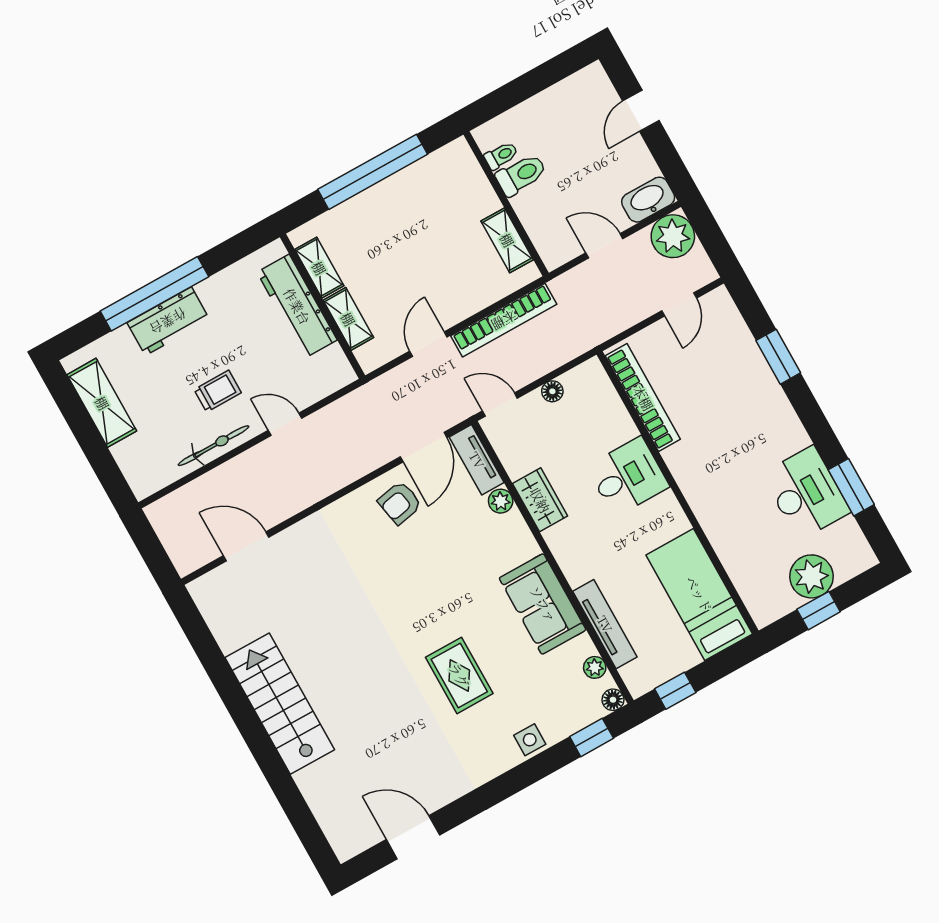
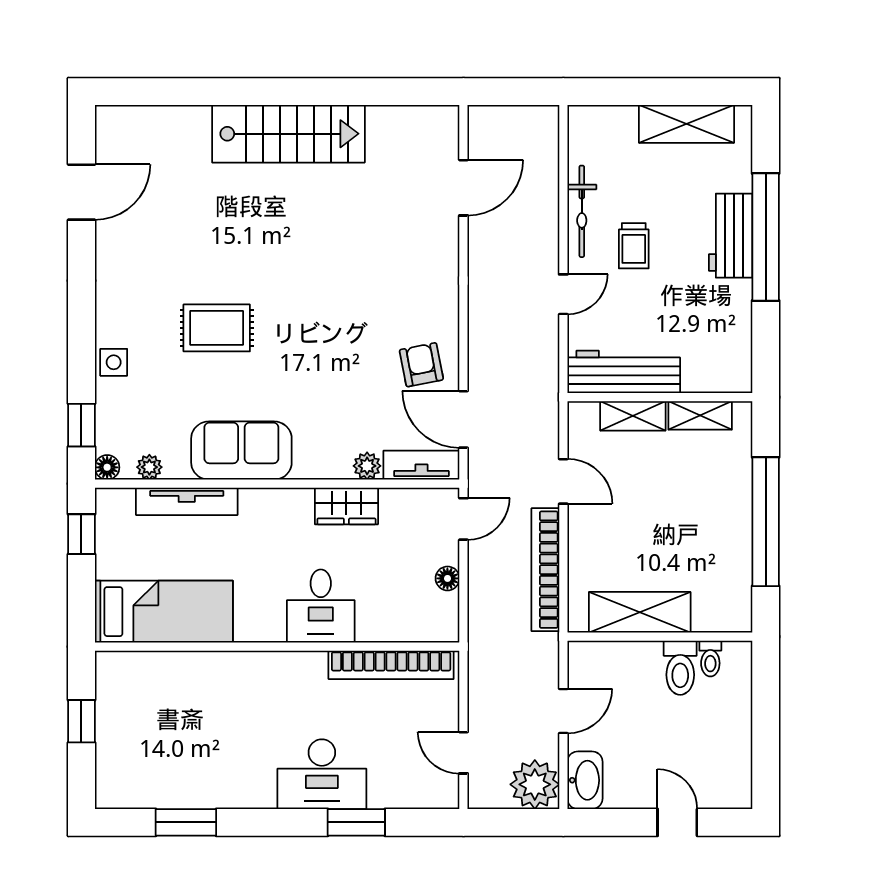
shelving: (507, 240) -> (640, 612), width x1.50, depth x1.33
workbench: (297, 306) -> (624, 372), moved
desk: (806, 493) -> (322, 774), moved
plant: (811, 576) -> (119, 733), removed

